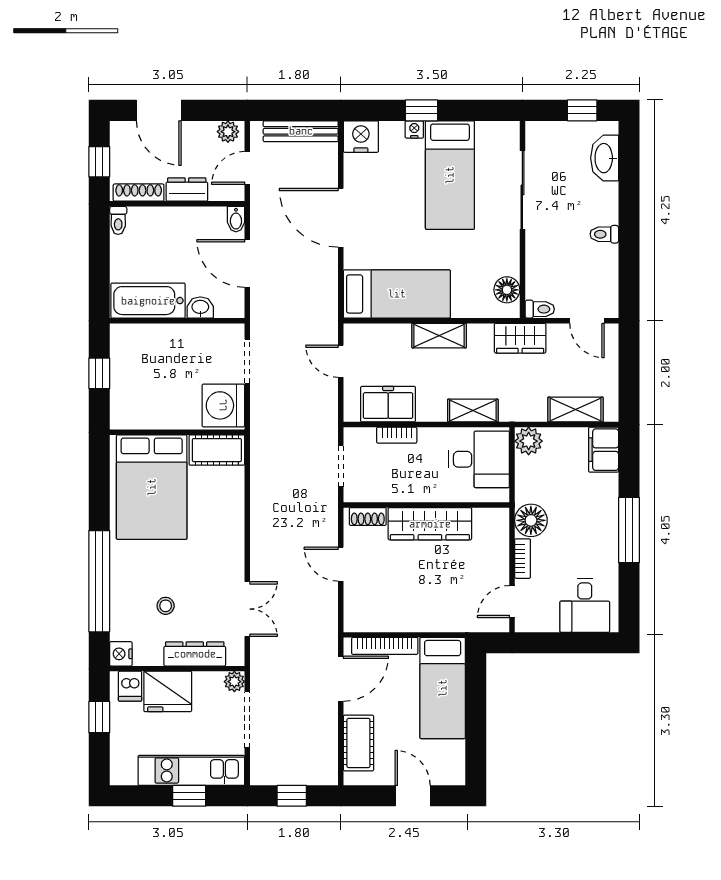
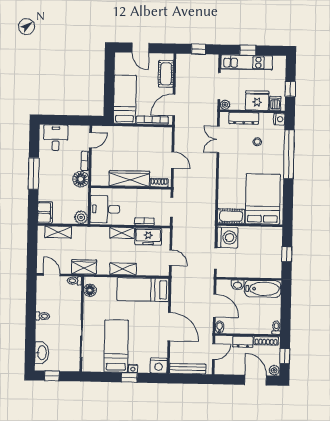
plant: (228, 132) -> (274, 370), moved
shelving: (473, 411) -> (122, 233), moved

